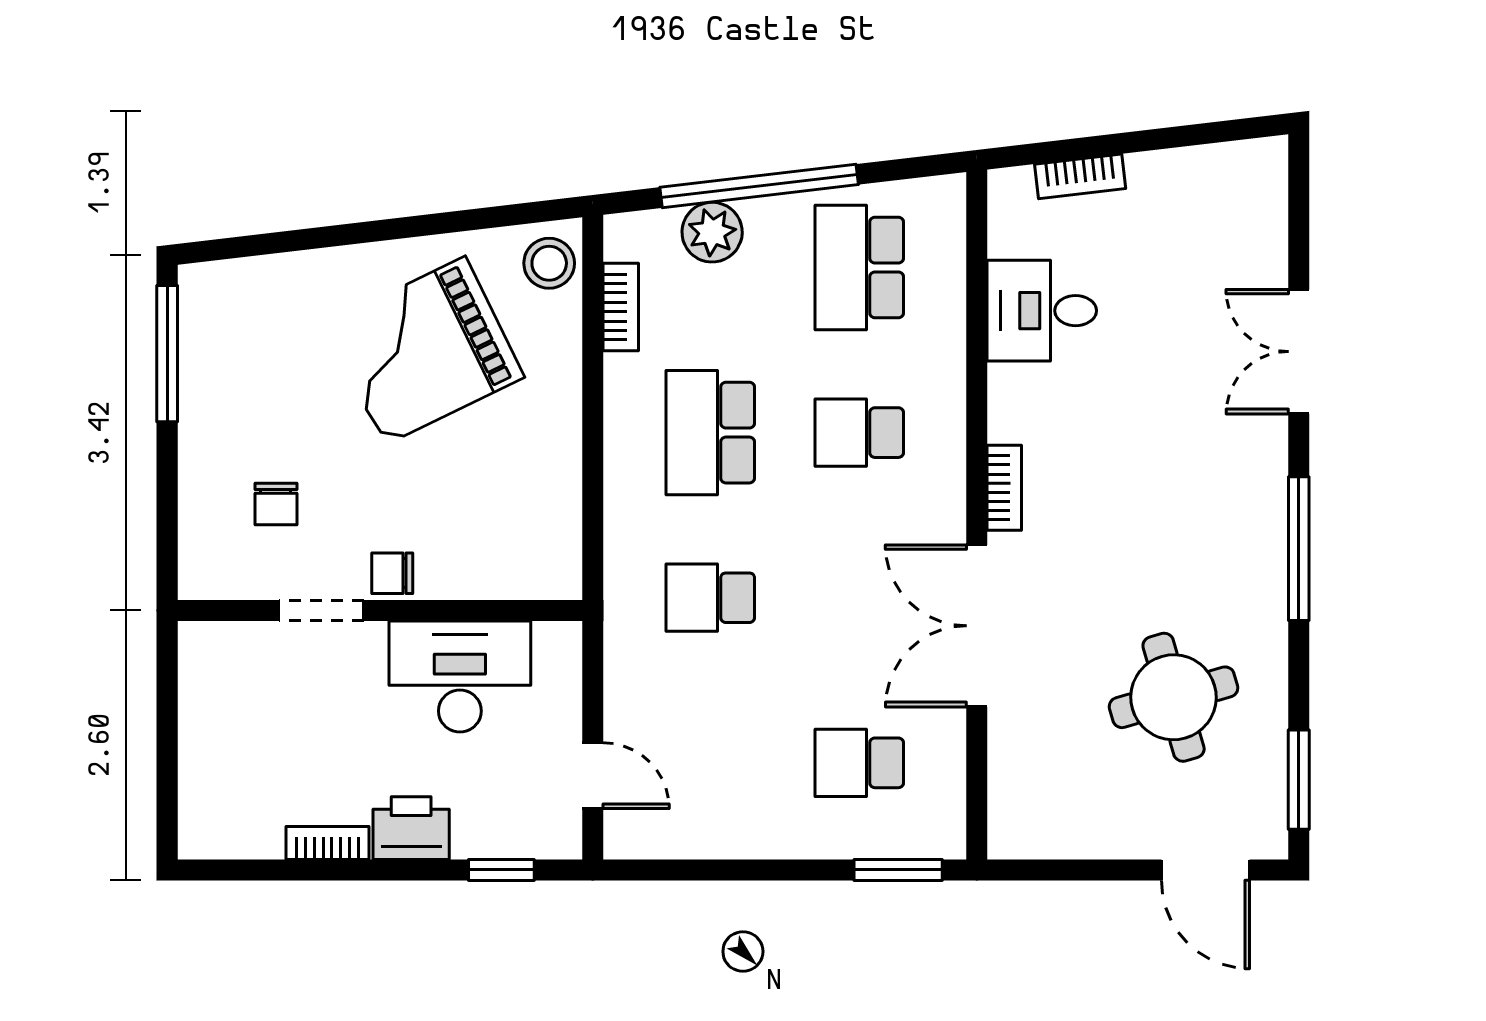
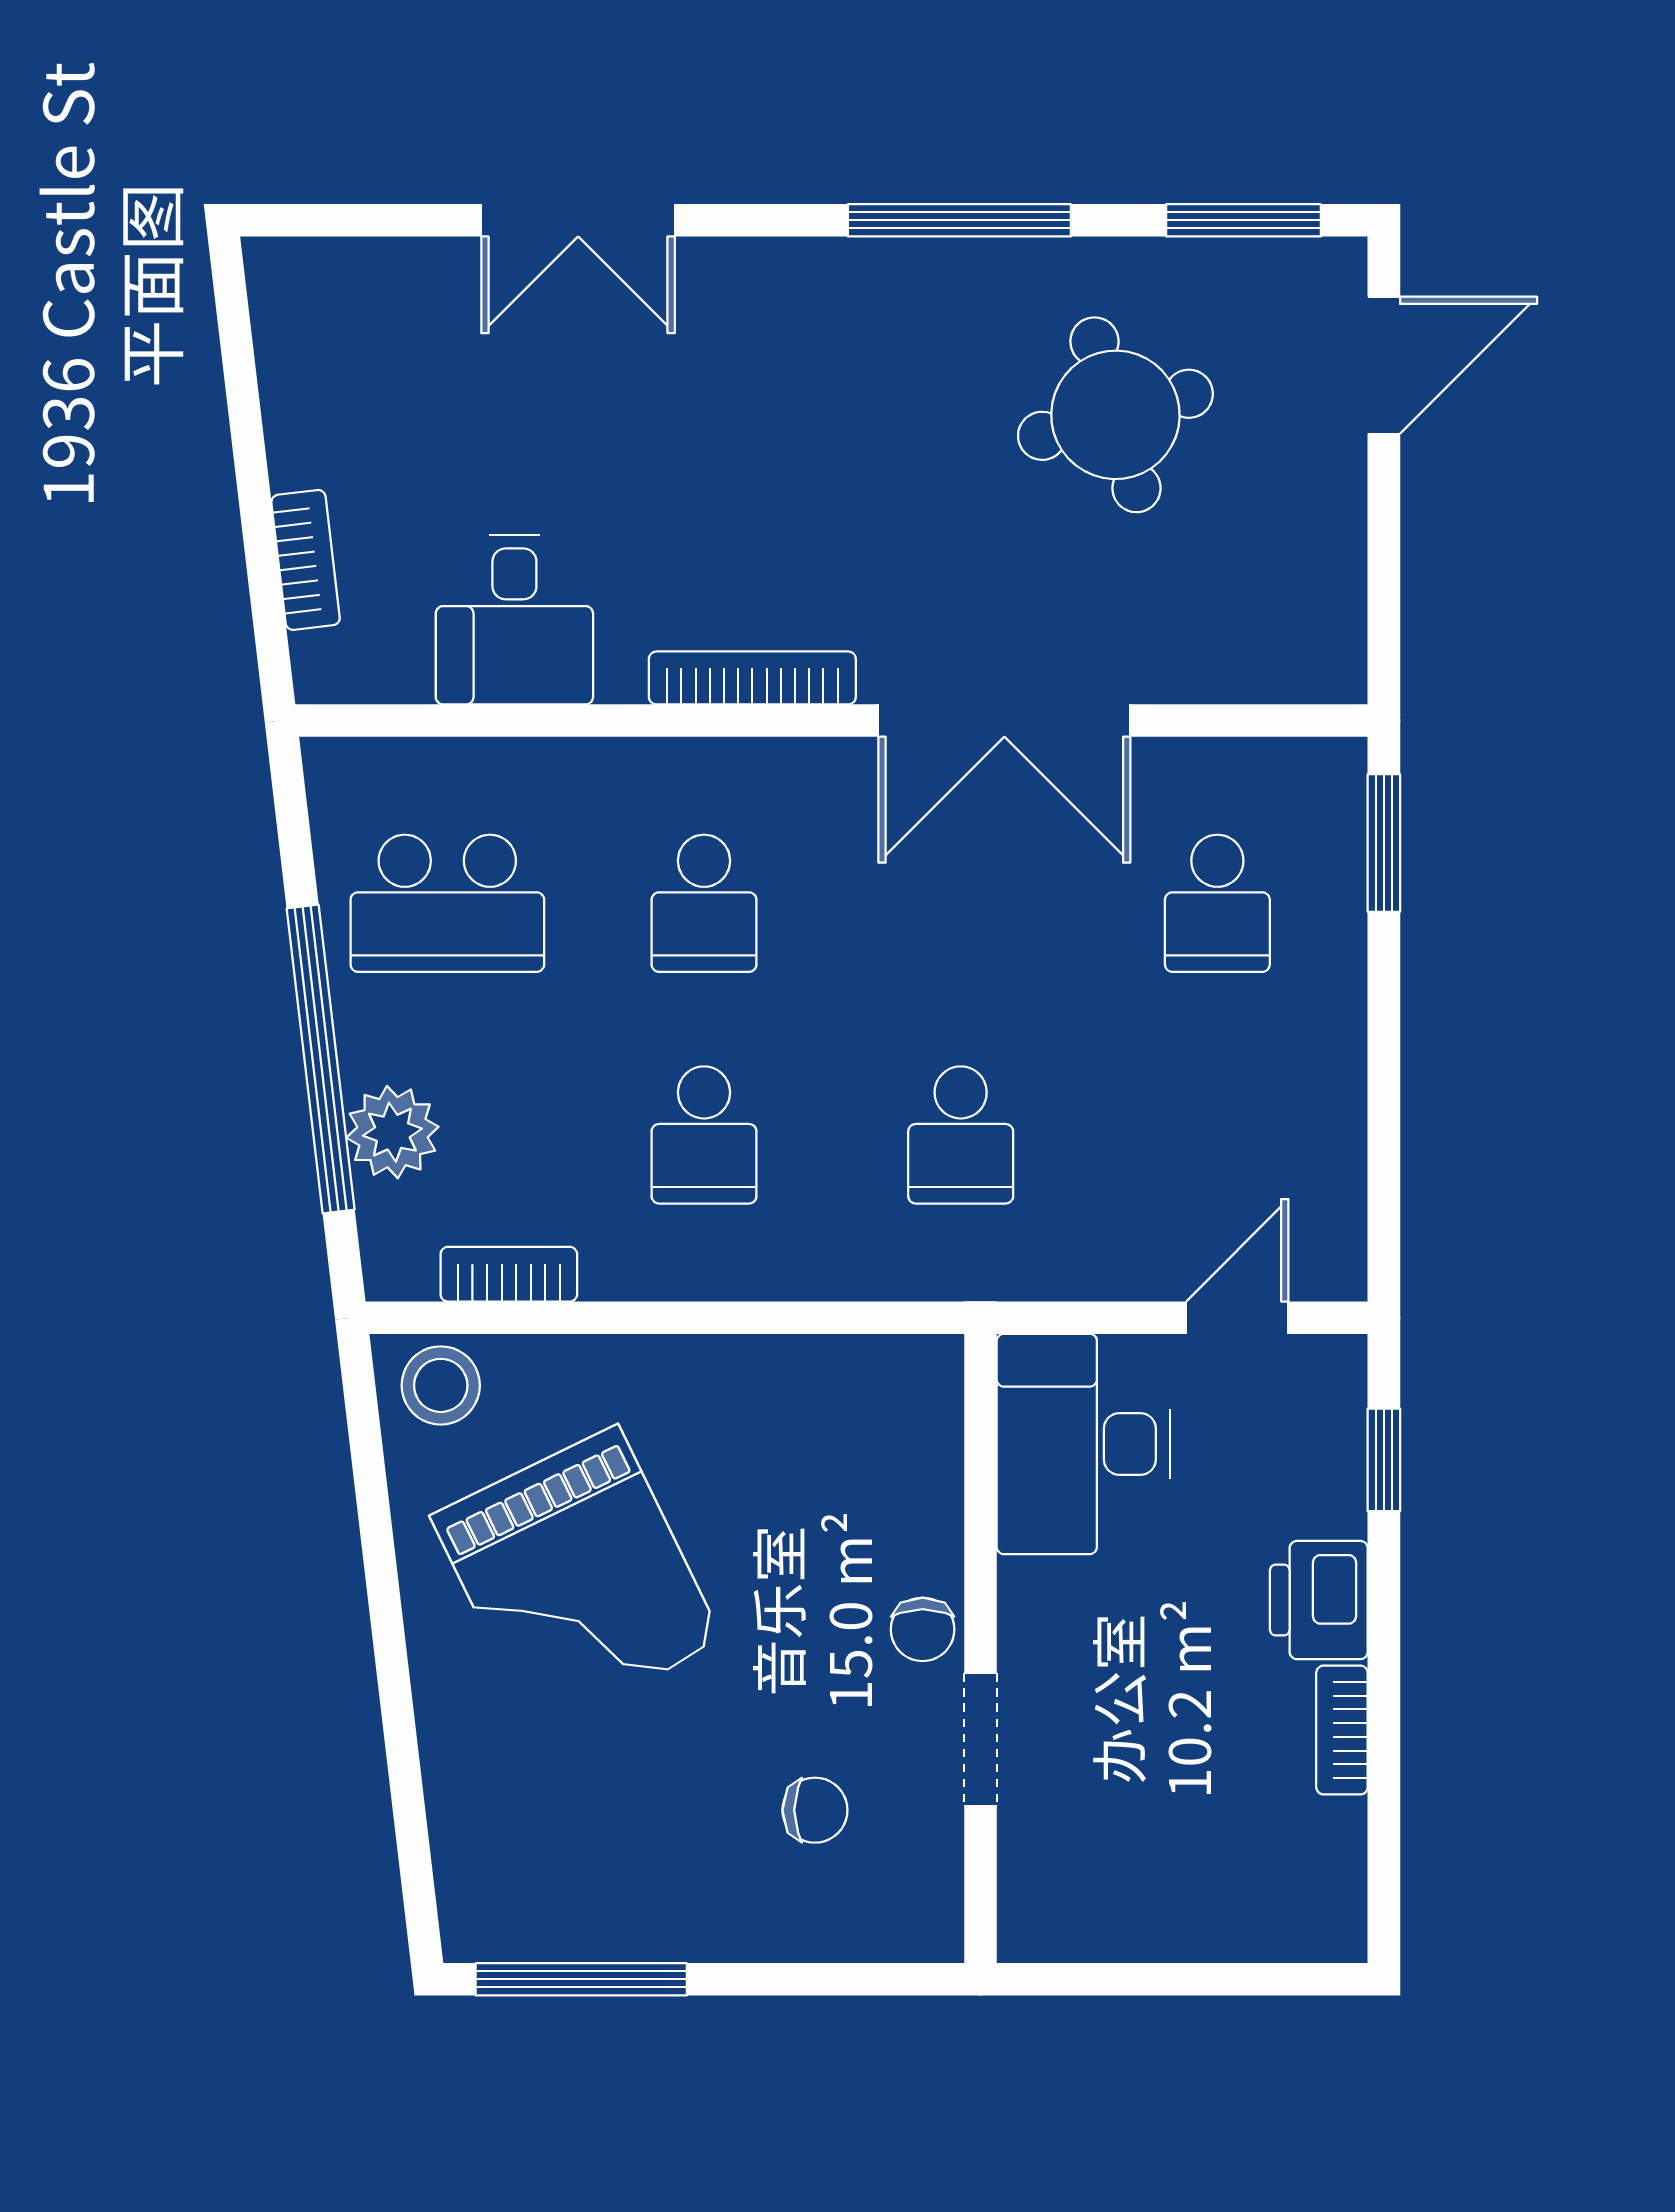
school desk: (710, 433) -> (704, 1135), width x0.54
bookcase: (1004, 488) -> (752, 678), width x1.56
window: (1299, 549) -> (959, 220), moved
desk: (460, 676) -> (1083, 1444), moved

